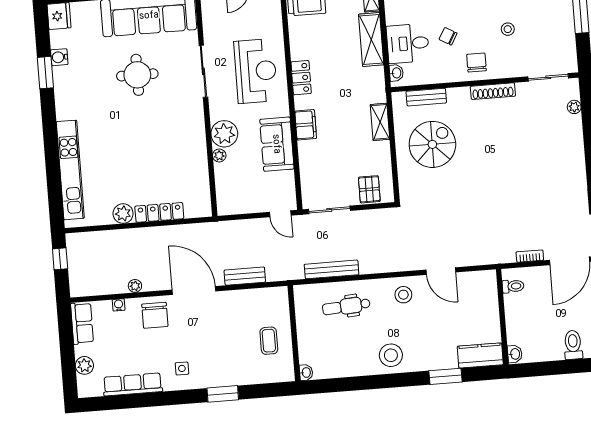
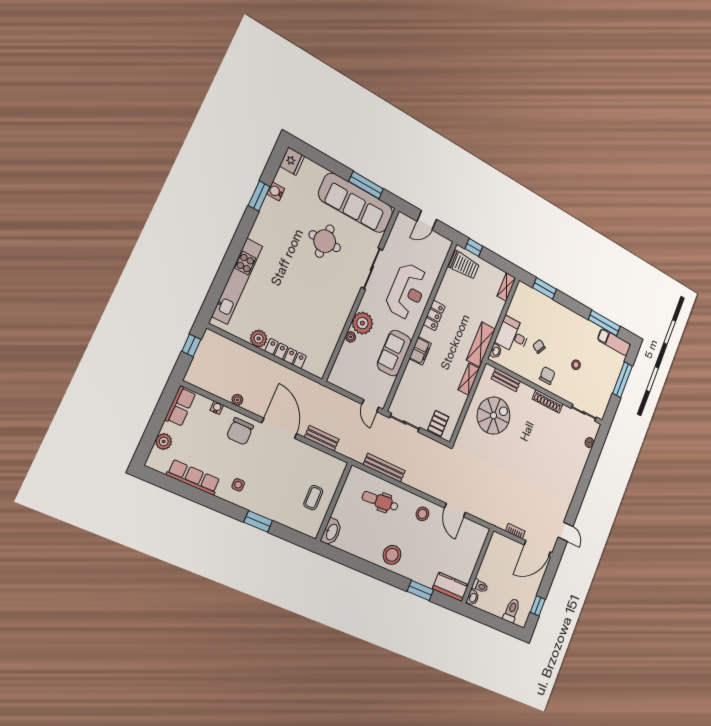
shelving: (371, 39) -> (481, 345), moved
toilet: (513, 286) -> (480, 586), moved
washbasin: (306, 373) -> (332, 532), width x1.91, depth x1.45

